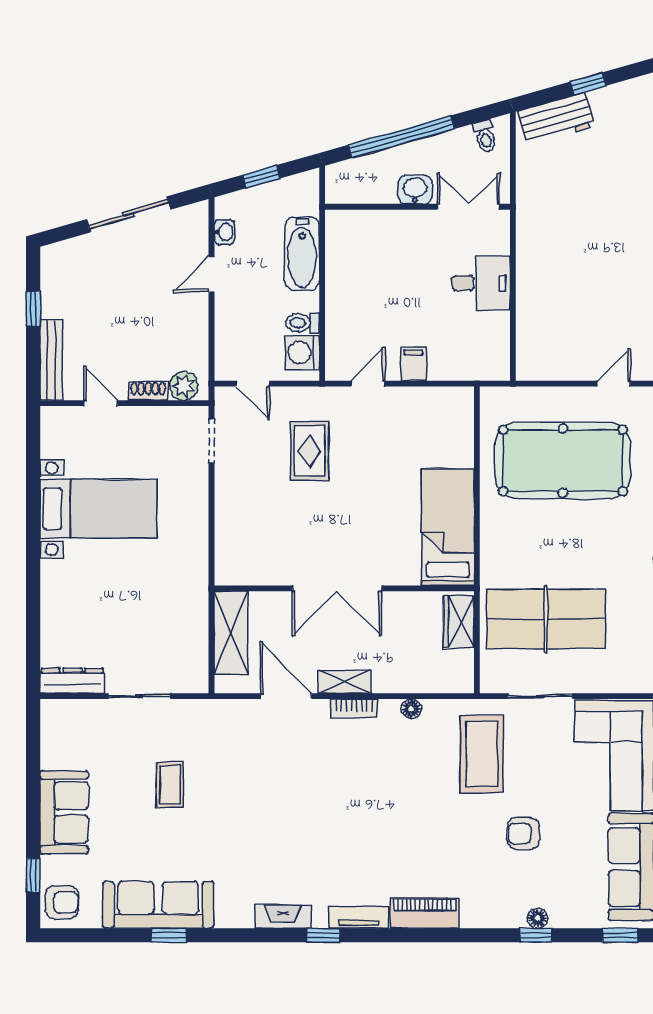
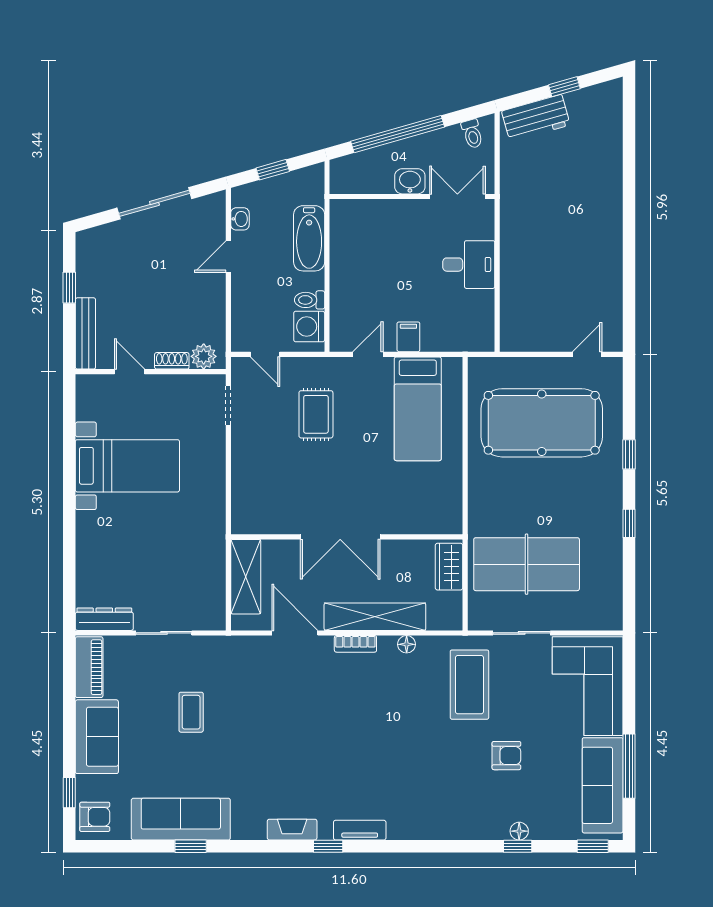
bed: (448, 527) -> (418, 409), moved, turned 180
shelving: (345, 682) -> (375, 617), width x2.20, depth x1.33
armchair: (523, 834) -> (506, 756), turned 180
piano: (425, 913) -> (89, 667), moved, turned 90

